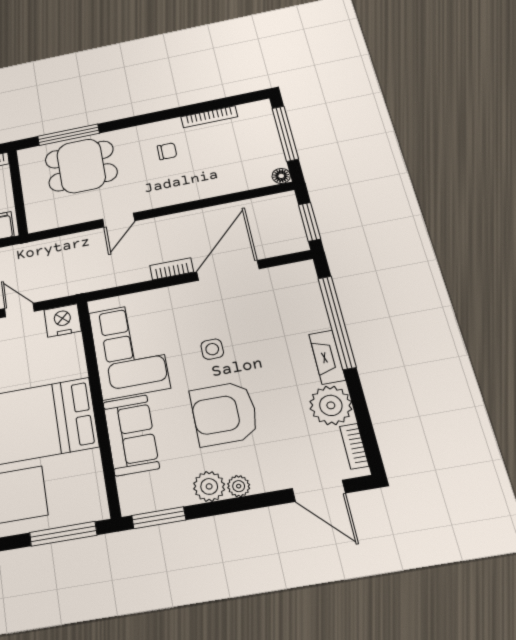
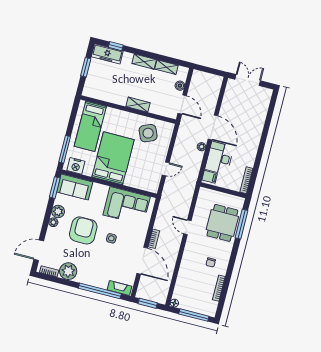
nightstand: (63, 320) -> (76, 166), moved, turned 90
fireplace: (327, 357) -> (119, 288), moved
sofa: (131, 435) -> (75, 187), moved

